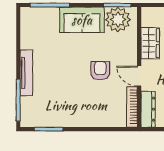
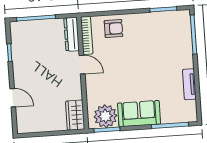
wardrobe: (150, 43) -> (75, 115), moved
armchair: (100, 71) -> (114, 29), moved, turned -90
tv unit: (26, 73) -> (189, 84), moved, width x0.71

